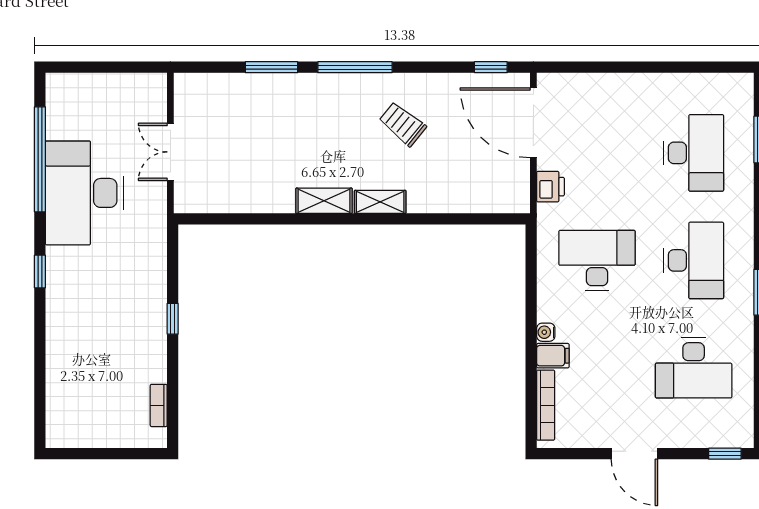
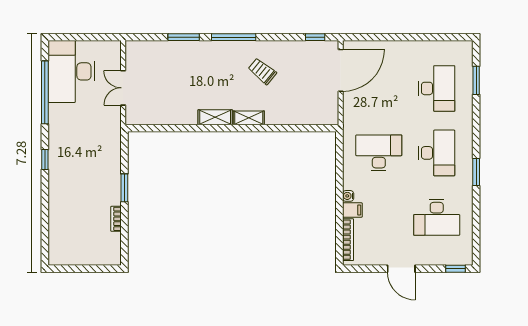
door: (533, 123) -> (341, 70), swing flipped
printer: (551, 187) -> (351, 109), removed
desk: (84, 193) -> (71, 71), moved
window: (173, 319) -> (124, 188), width x1.50
bookcase: (159, 405) -> (116, 219), moved

